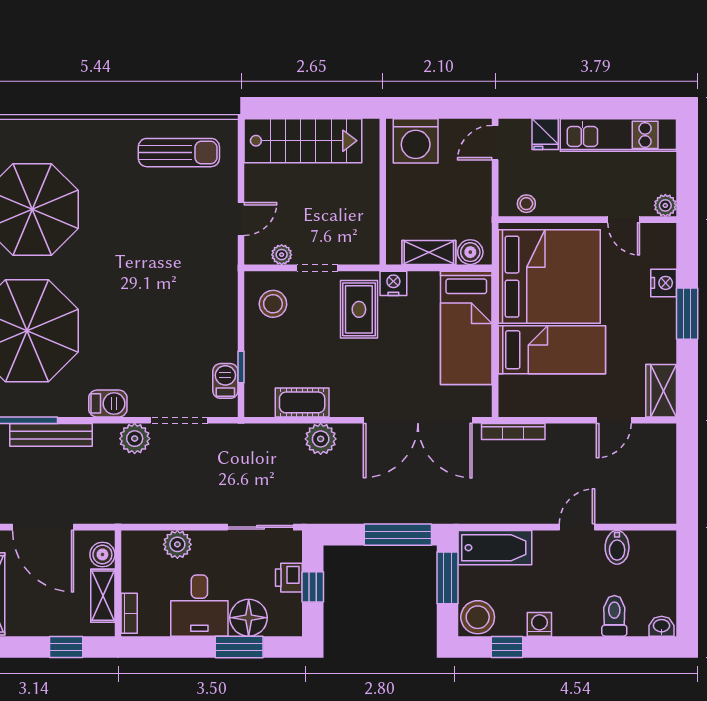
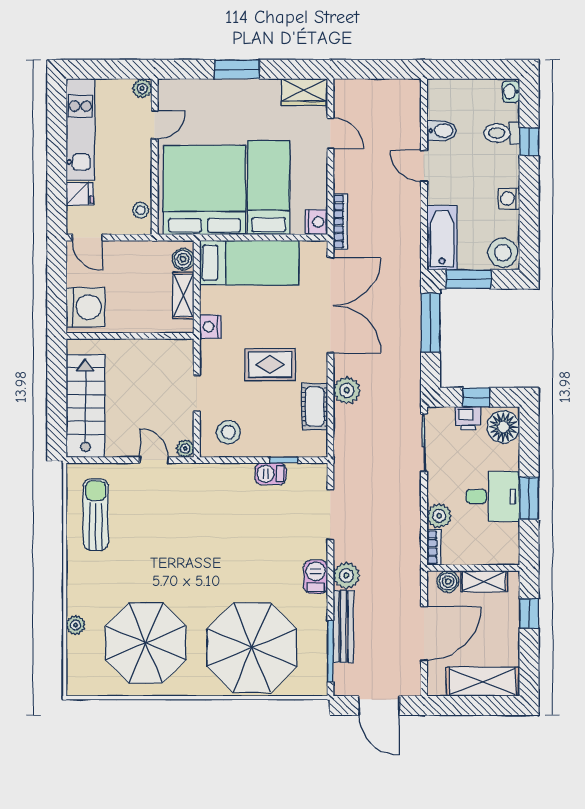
plant: (53, 129) -> (76, 625), added
plant: (282, 255) -> (185, 448), moved
nightstand: (664, 283) -> (316, 222), moved, turned 90
rug: (359, 309) -> (270, 365), moved
barbecue: (225, 381) -> (270, 474), moved
plant: (135, 439) -> (346, 575), moved
bookcase: (129, 613) -> (434, 547), moved, turned 90
floor lamp: (249, 618) -> (503, 427), moved
window: (239, 647) -> (529, 498), moved
window: (507, 647) -> (529, 142), moved

